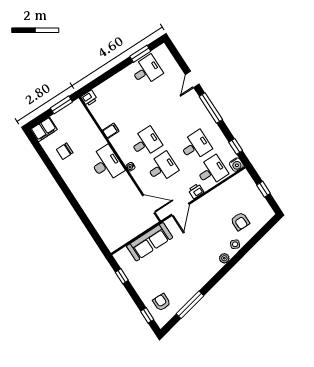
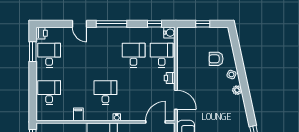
printer: (89, 98) -> (42, 33), moved
desk: (162, 167) -> (49, 93), moved
armchair: (240, 221) -> (216, 59), turned 180

